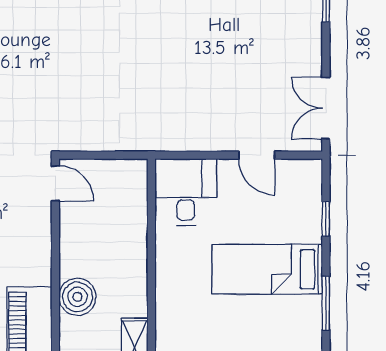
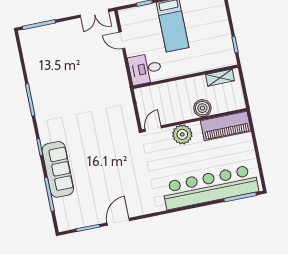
door: (257, 155) -> (122, 40), swing flipped
plant: (30, 243) -> (182, 134), added

